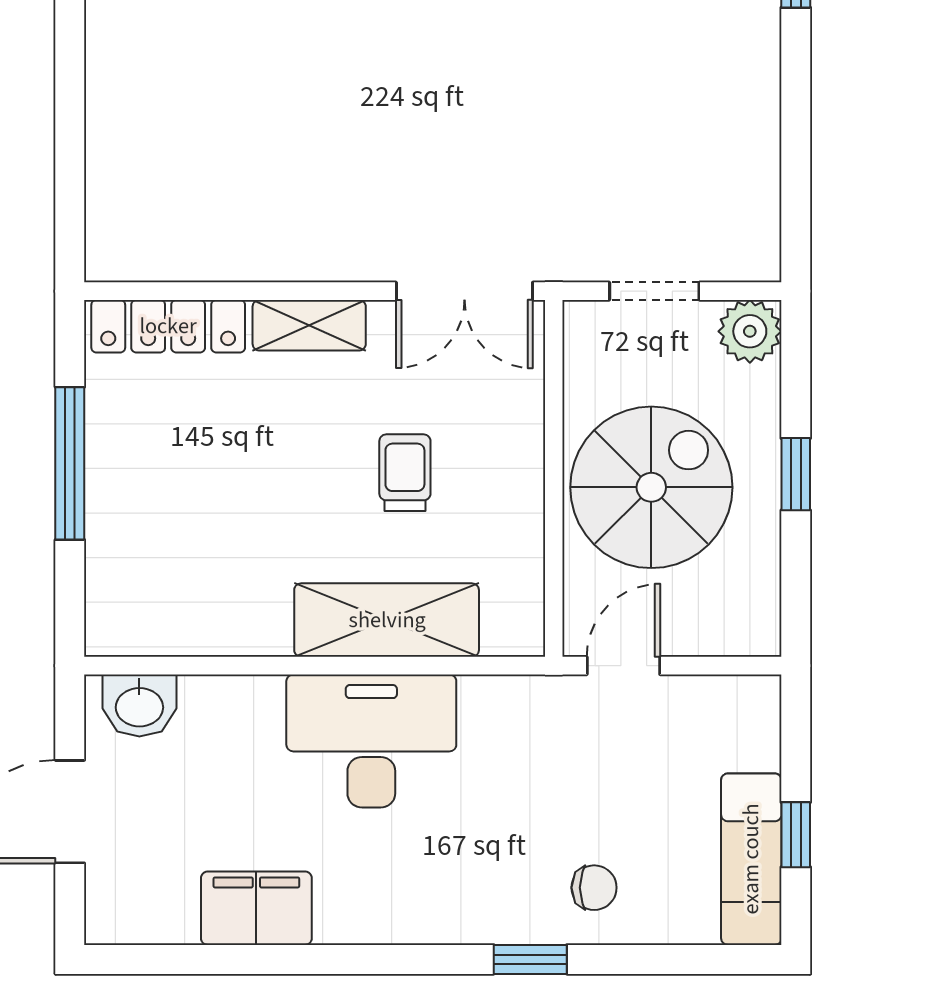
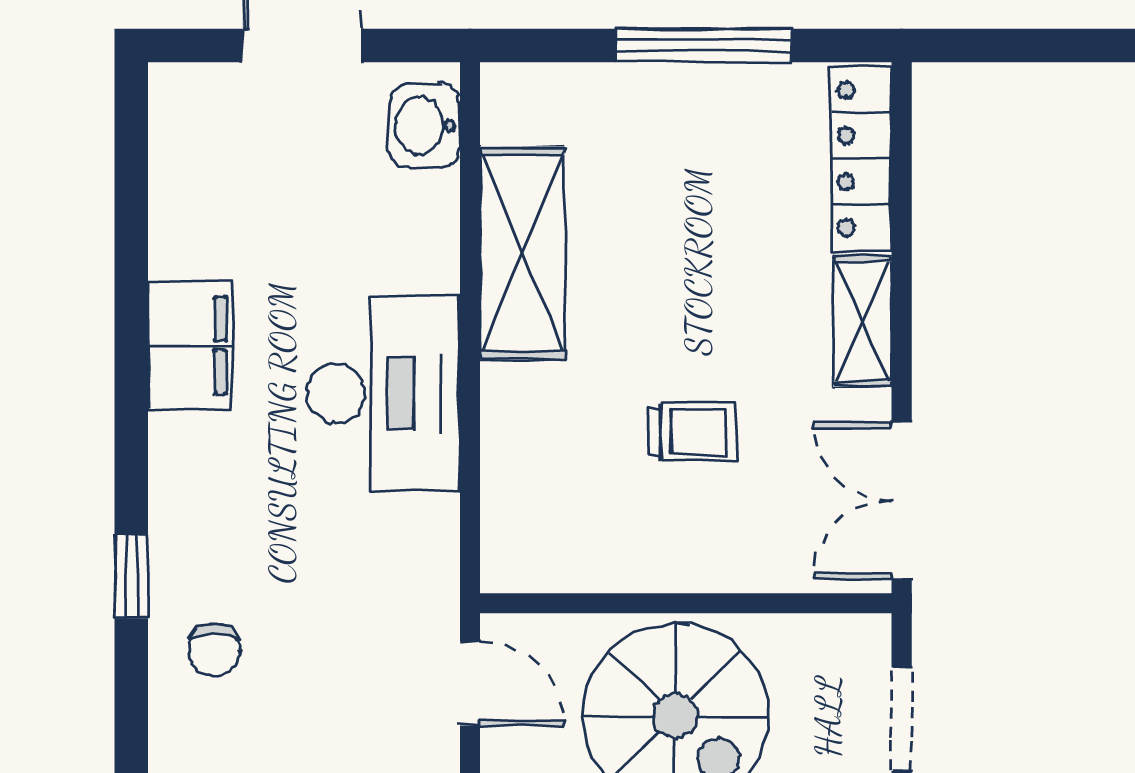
shelving: (387, 620) -> (522, 253), moved
filing cabinet: (256, 908) -> (190, 346), moved

